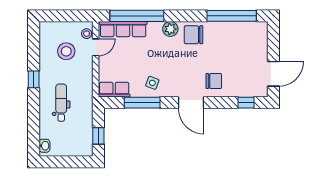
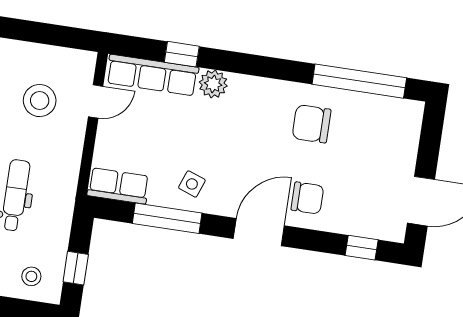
window: (137, 16) -> (182, 54), width x0.32
plant: (170, 29) -> (213, 84), moved
stool: (87, 34) -> (31, 276), moved
chair: (194, 35) -> (312, 124), moved
door: (191, 103) -> (259, 232), swing flipped

